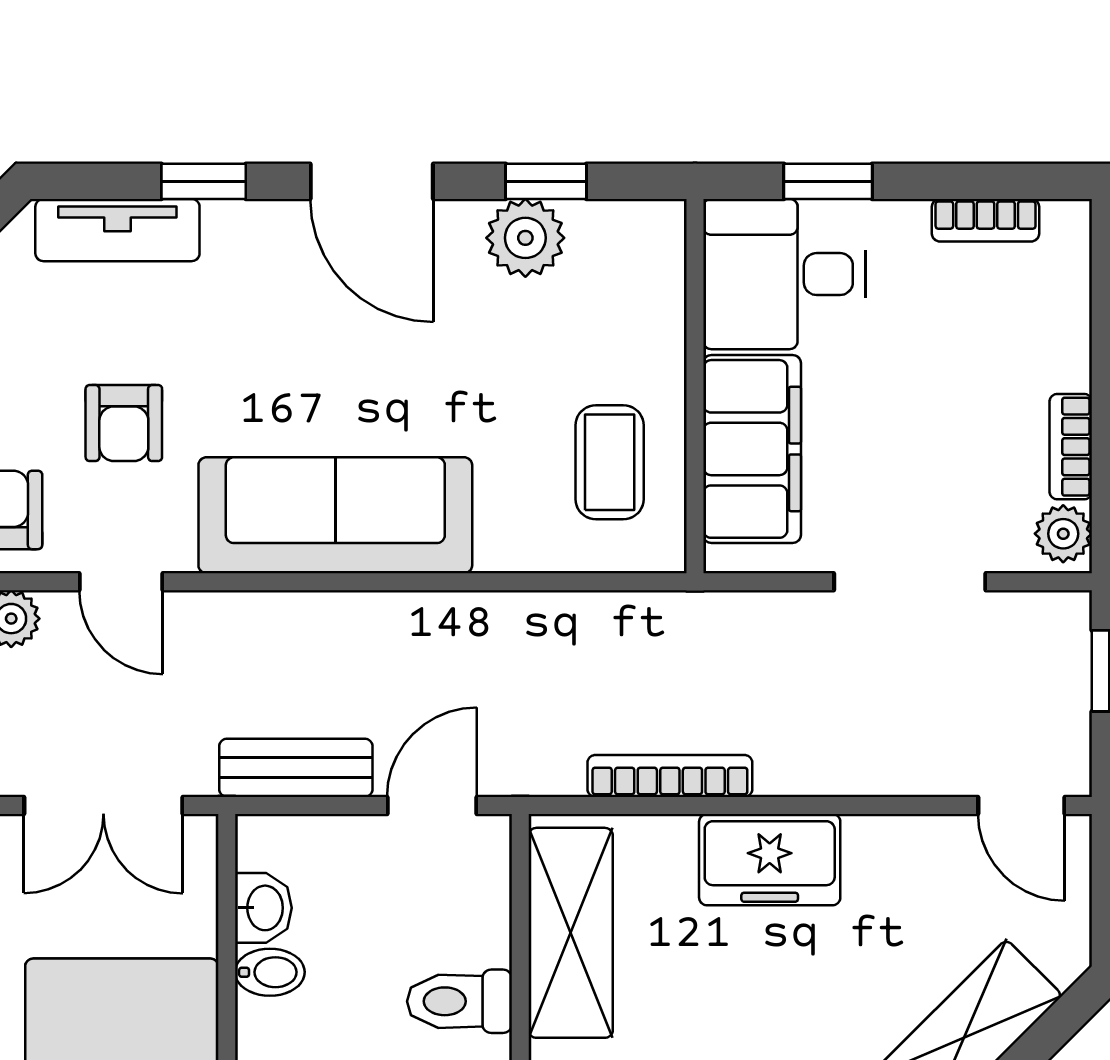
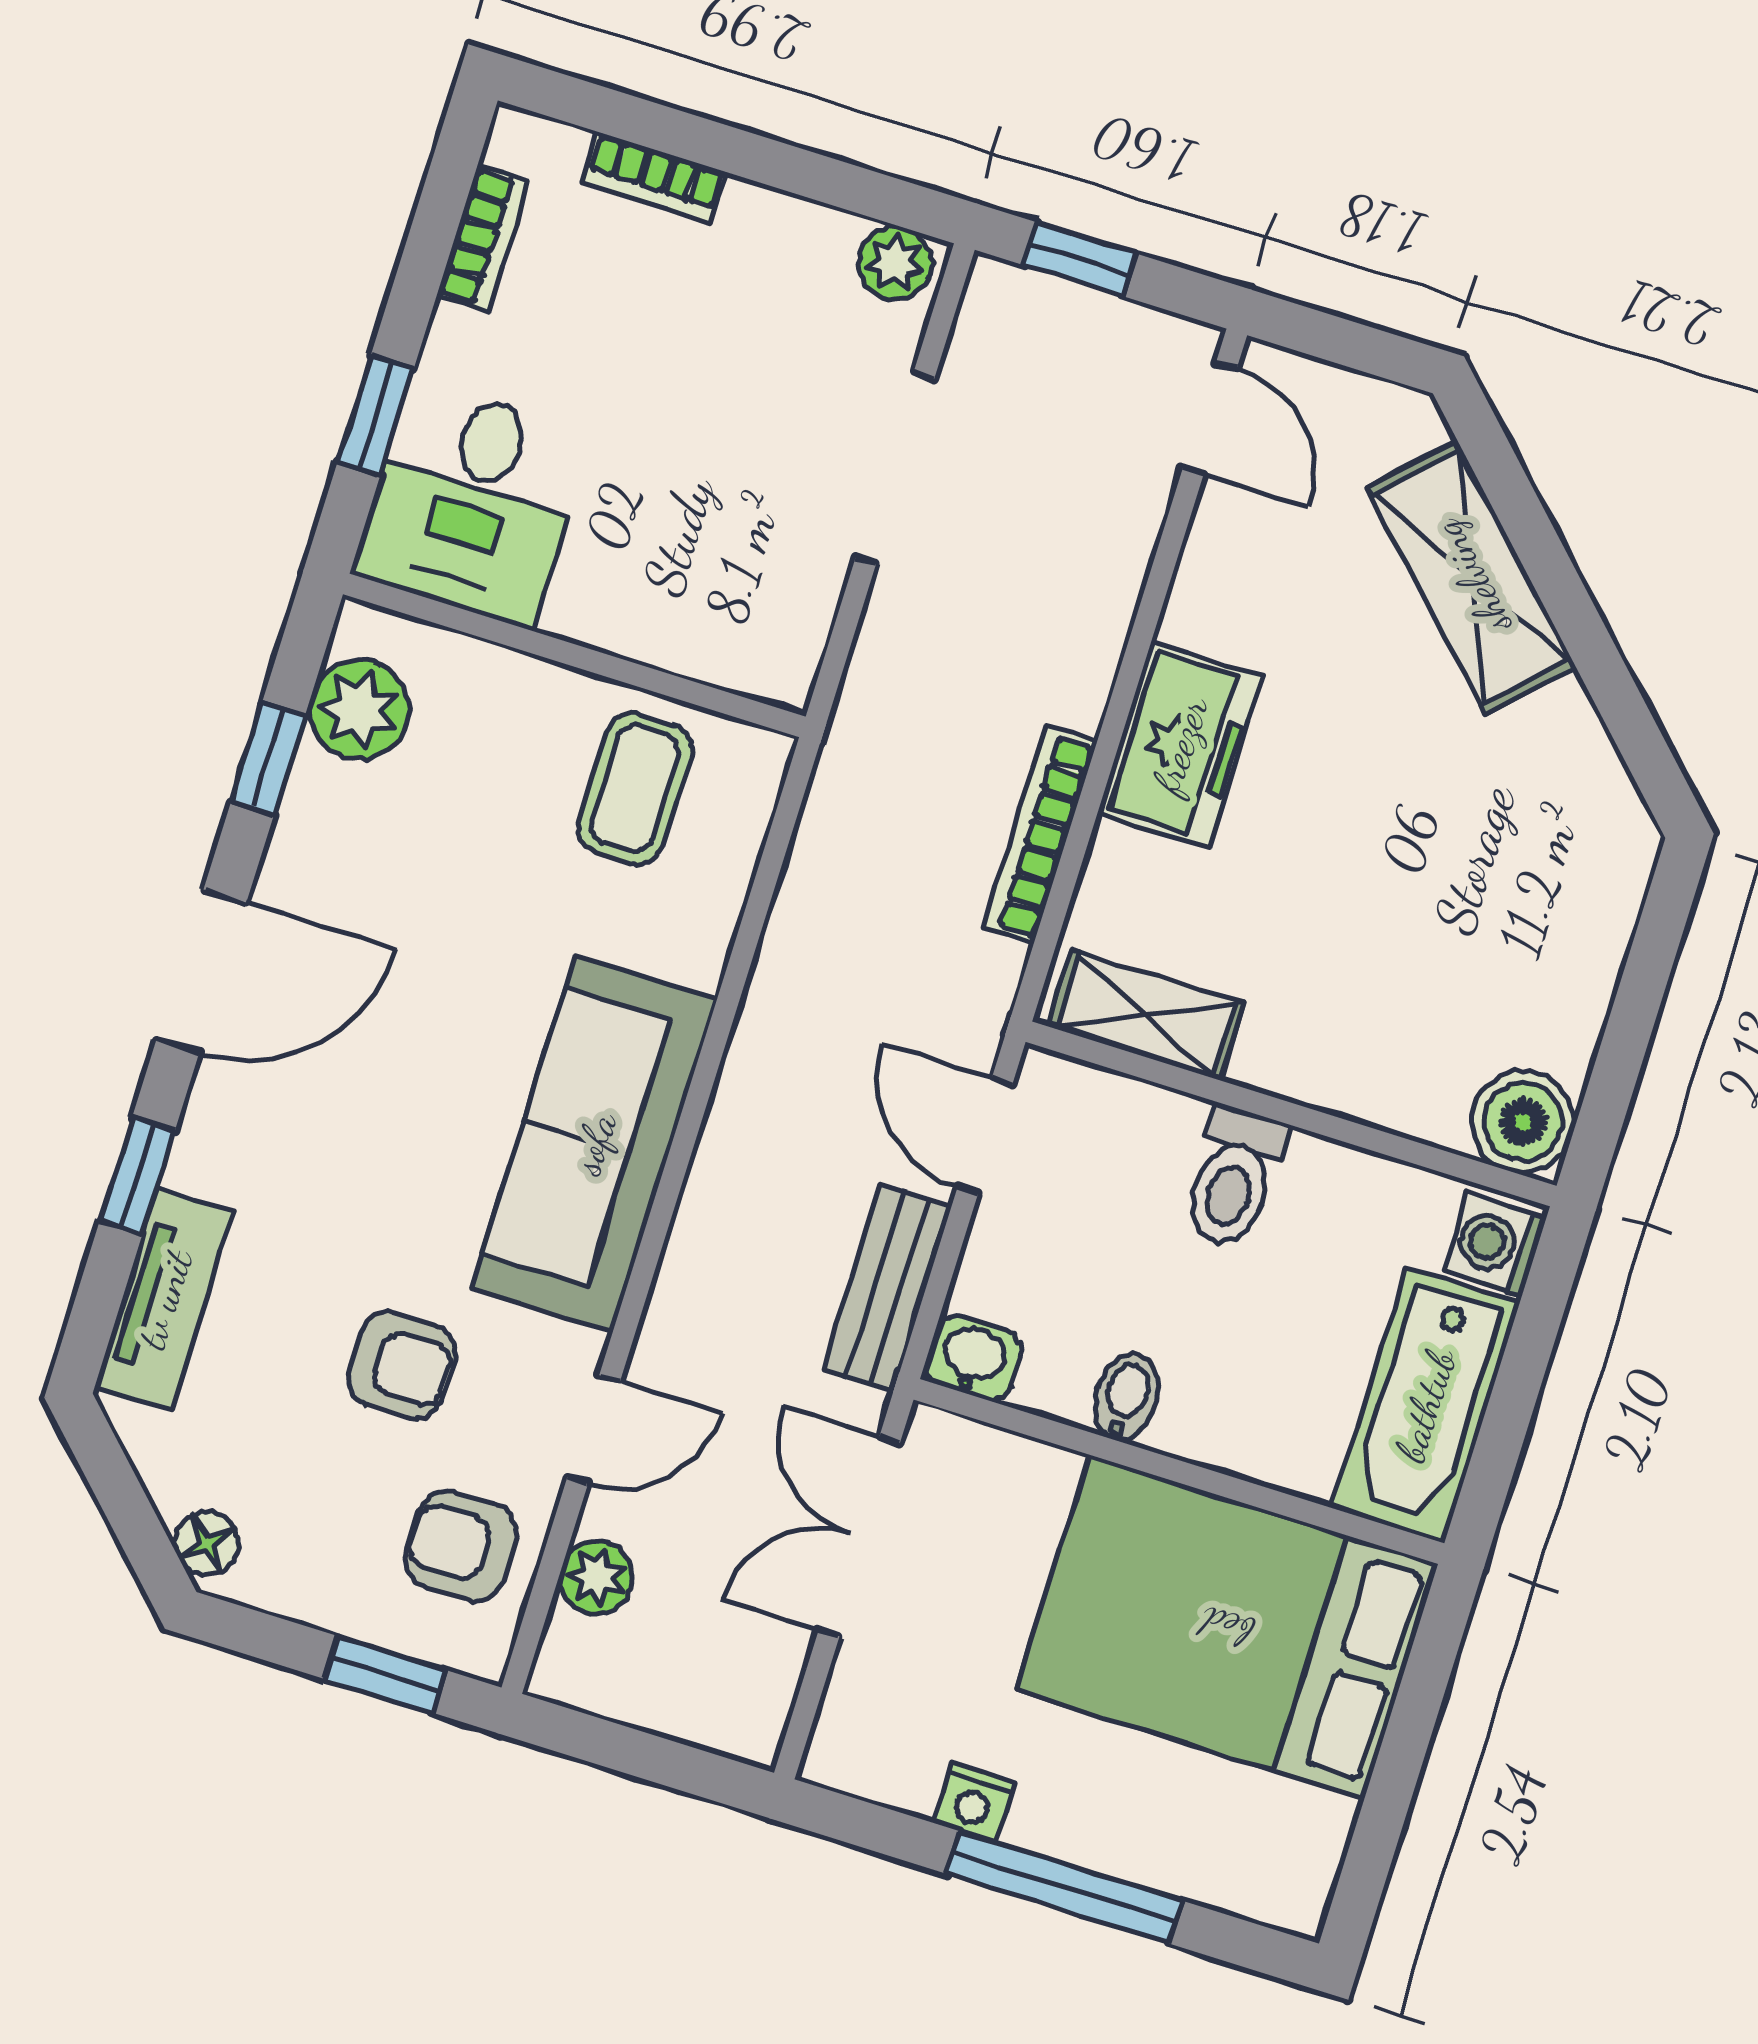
plant: (525, 238) -> (359, 709), moved
bookcase: (1071, 447) -> (654, 178), moved
filing cabinet: (752, 449) -> (673, 610), removed
coffee table: (610, 462) -> (635, 788), turned 90
double door: (103, 805) -> (859, 1536), swing flipped
door: (1021, 805) -> (1210, 418), hinge flipped
washbasin: (263, 908) -> (973, 1358), moved
shelving: (571, 933) -> (1146, 1015), width x0.67, depth x0.75

